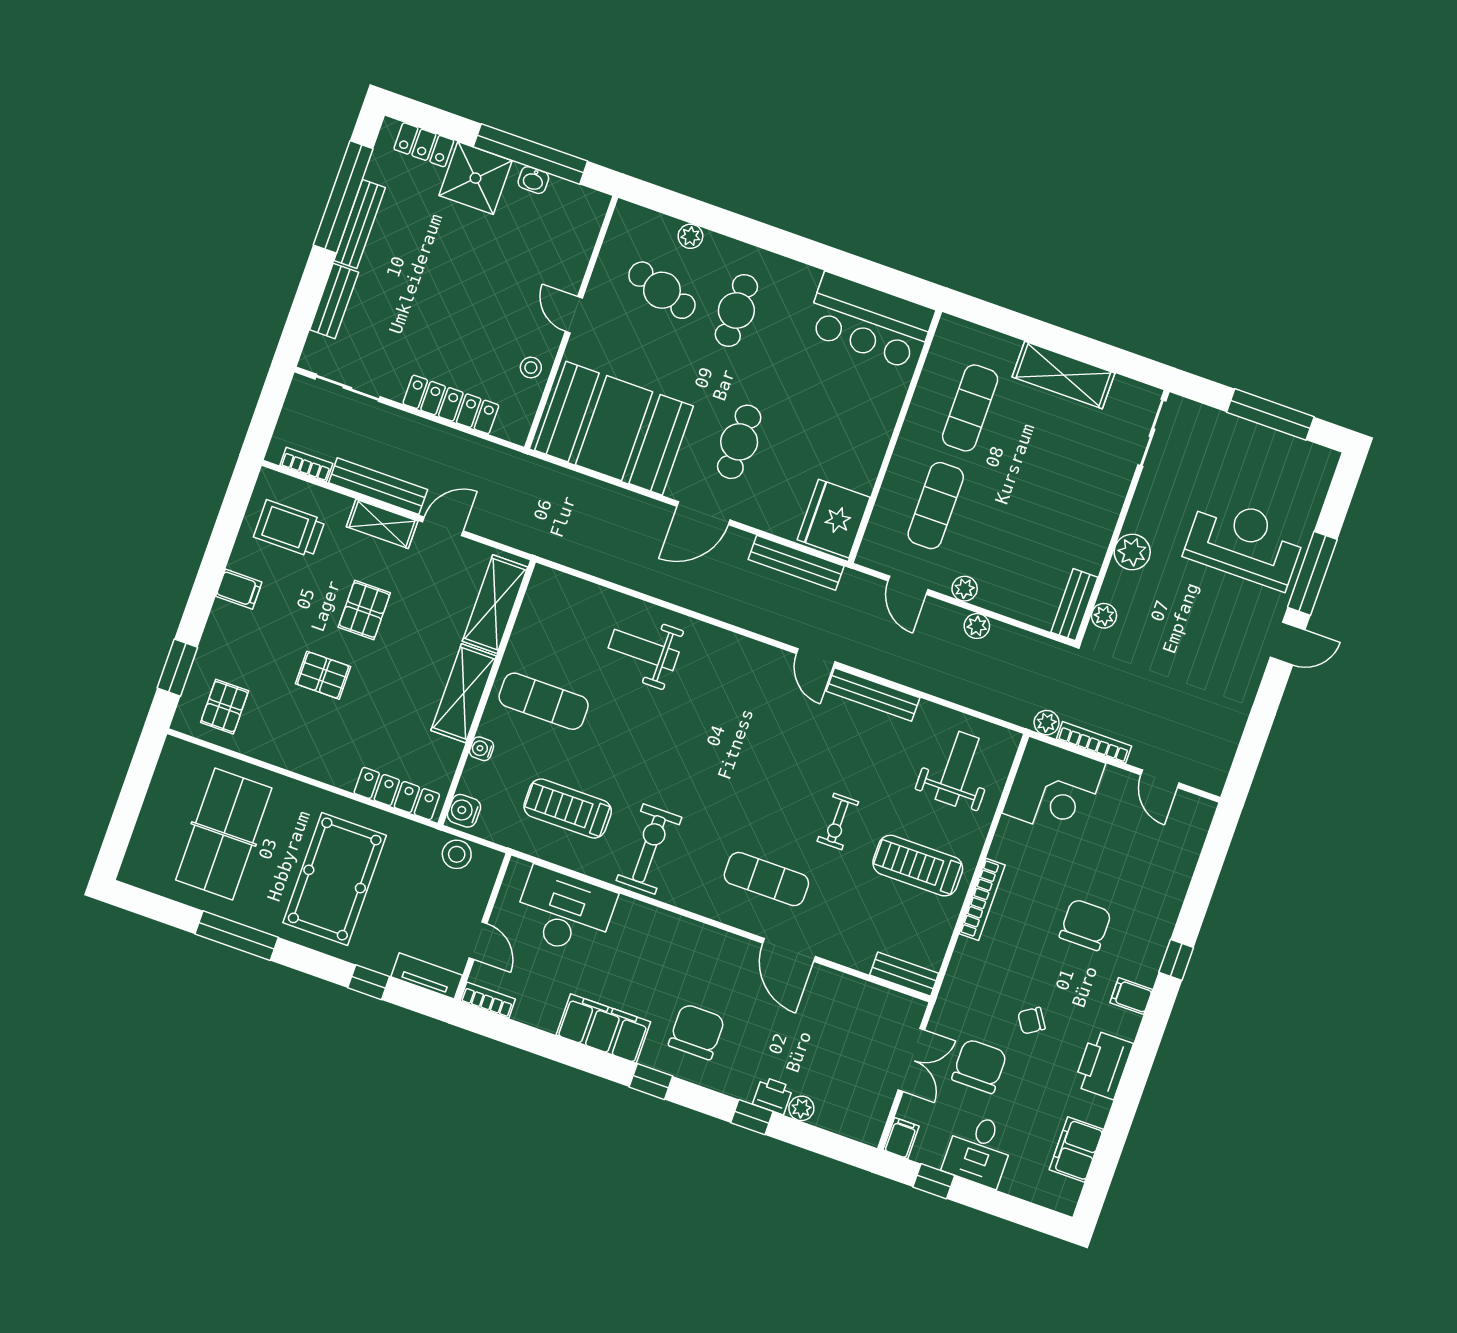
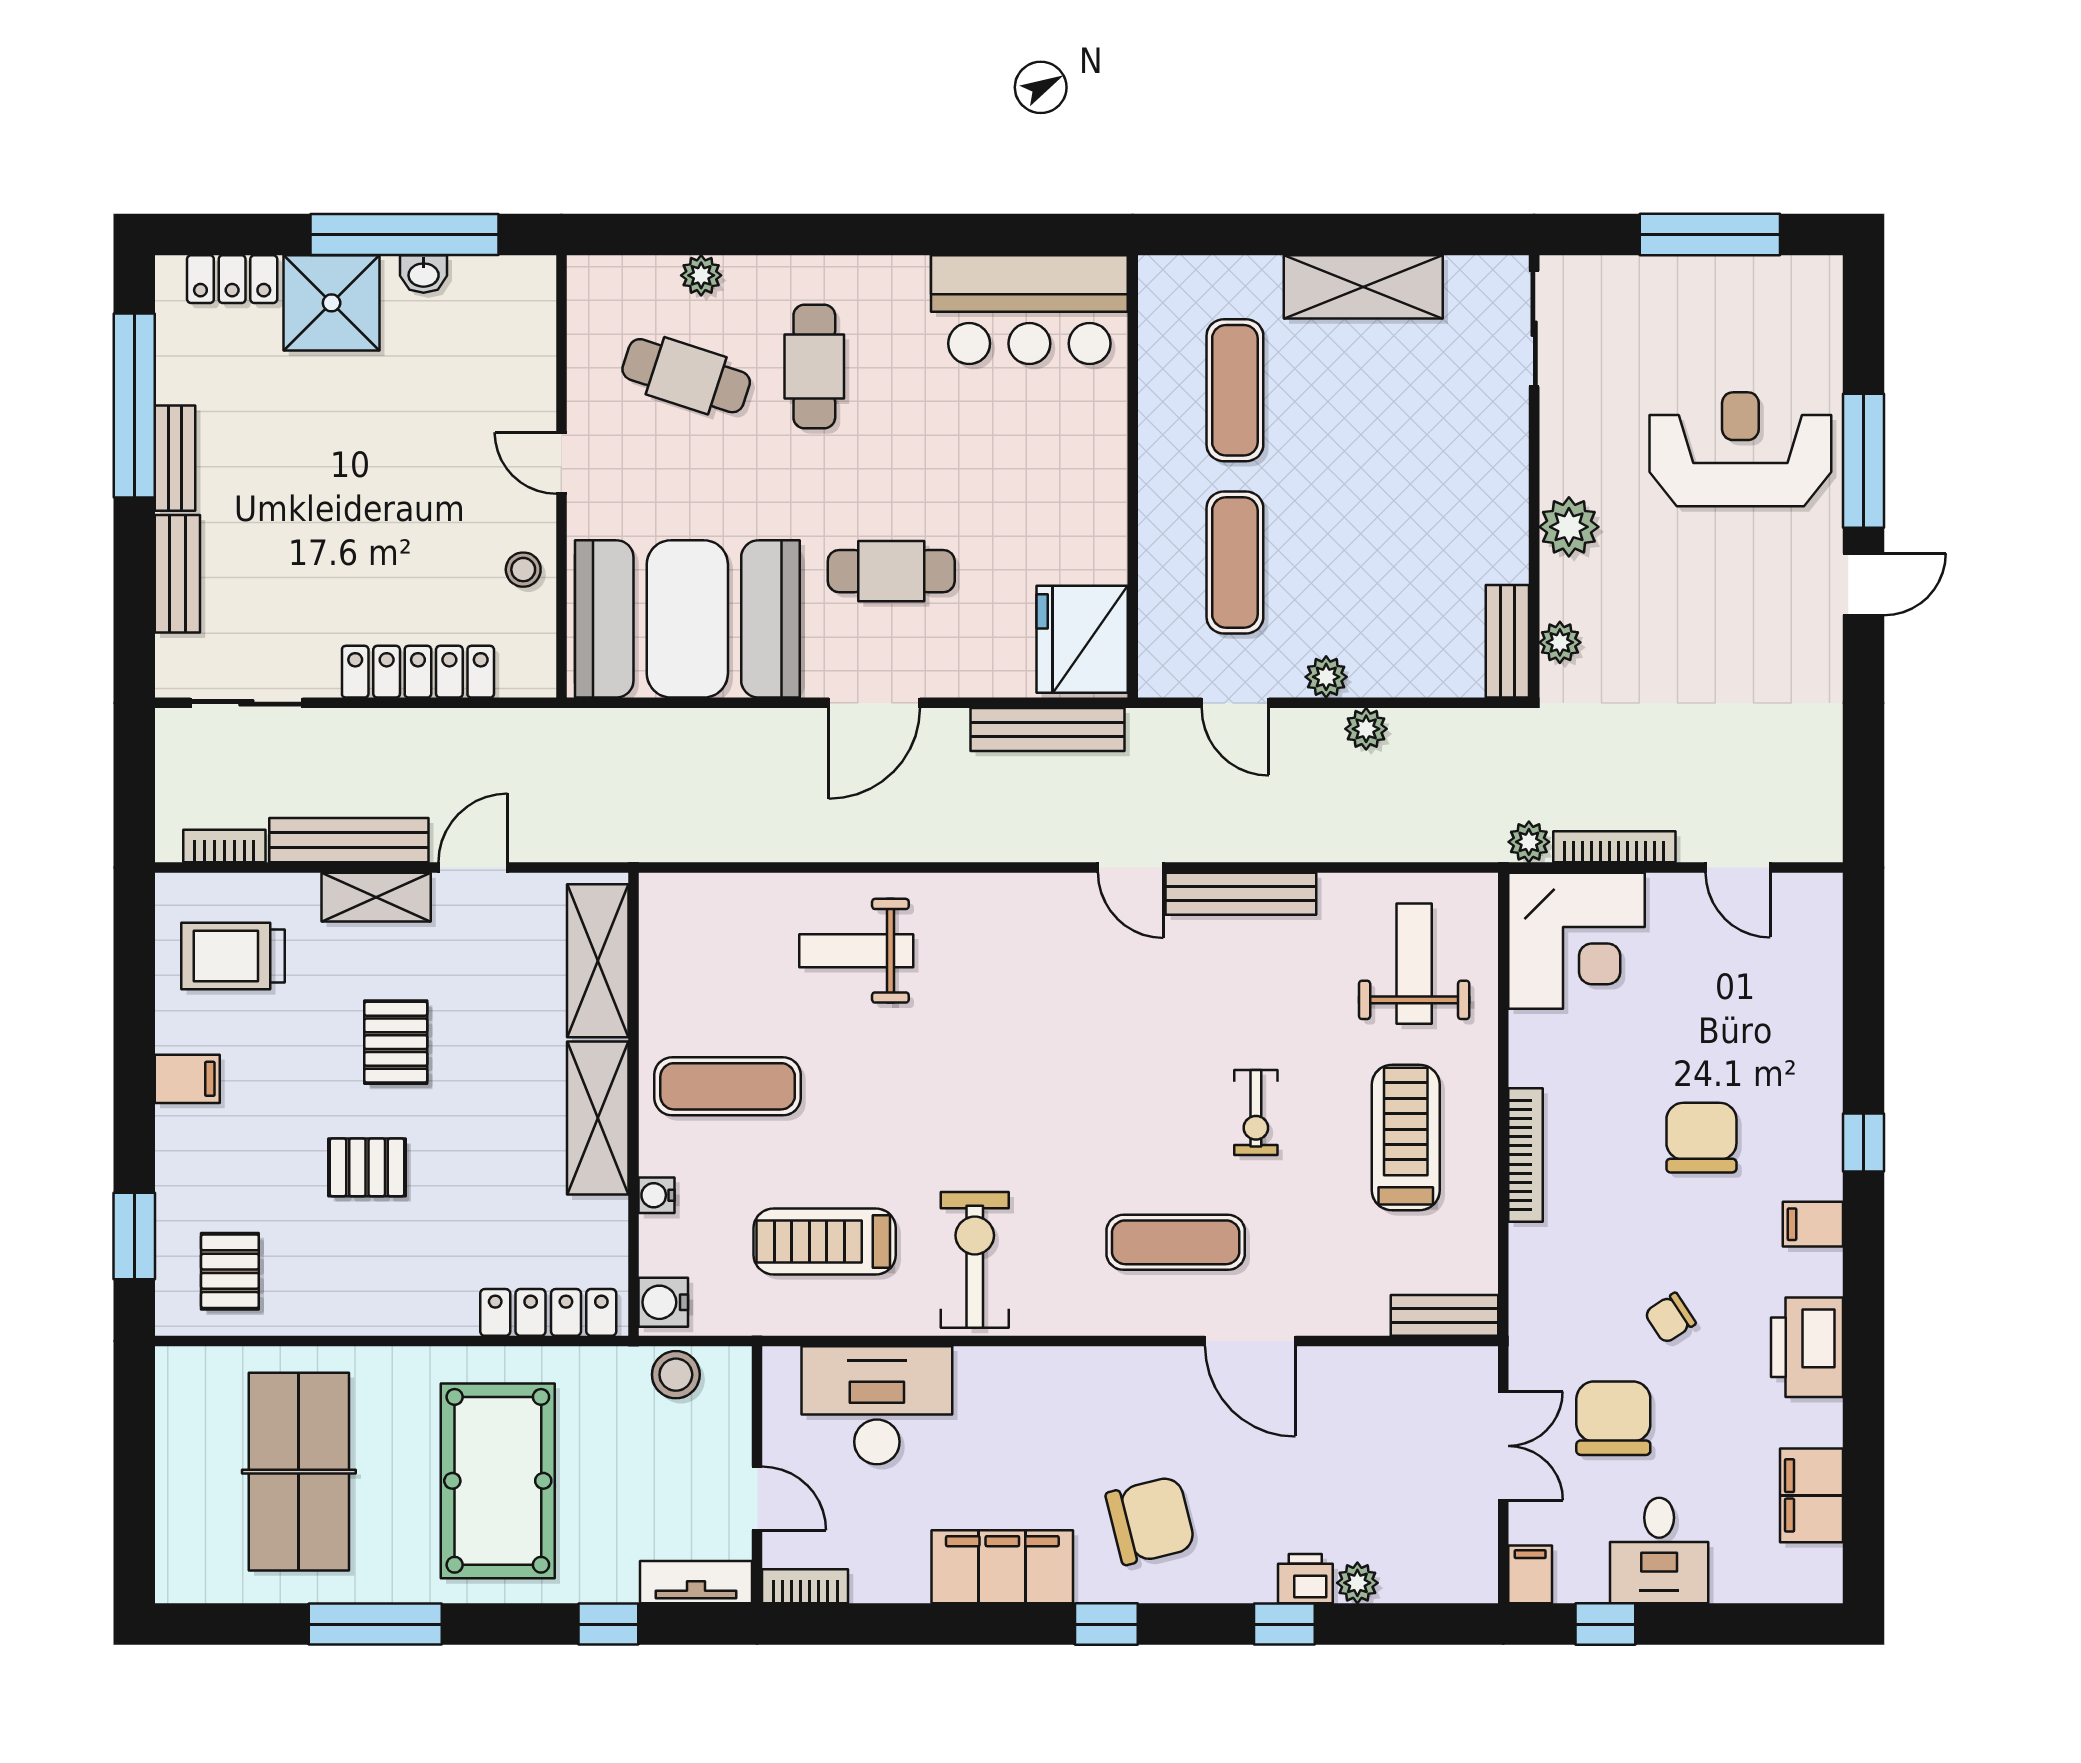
bench: (360, 224) -> (175, 458), width x0.73
cafe table: (739, 442) -> (891, 571), turned 90
treadmill: (918, 866) -> (1406, 1137), turned 90
chair: (697, 1032) -> (1151, 1520), turned 76

